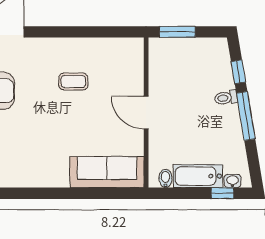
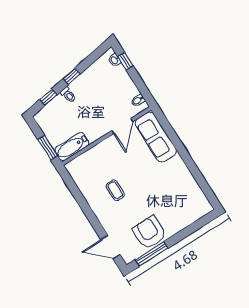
door: (146, 113) -> (122, 126), moved
window: (246, 116) -> (72, 76), width x0.46
bathtub: (198, 176) -> (72, 147), moved, turned 90

